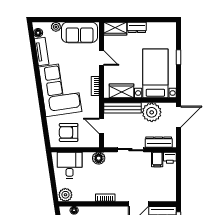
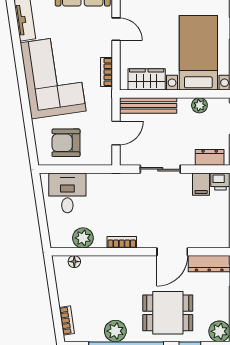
plant: (152, 112) -> (199, 105), width x0.53, depth x0.53
door: (101, 126) -> (116, 133), swing flipped
dresser: (159, 142) -> (210, 157), width x0.70
floor lamp: (99, 158) -> (112, 182), removed
plant: (65, 195) -> (83, 238), moved

